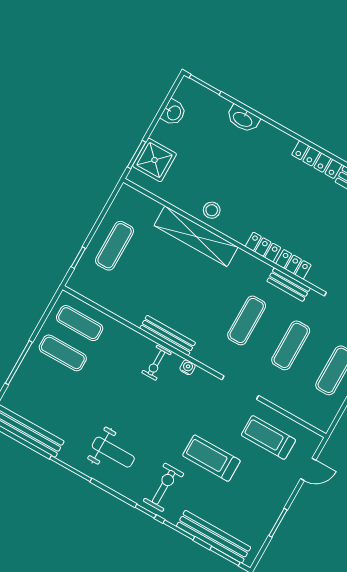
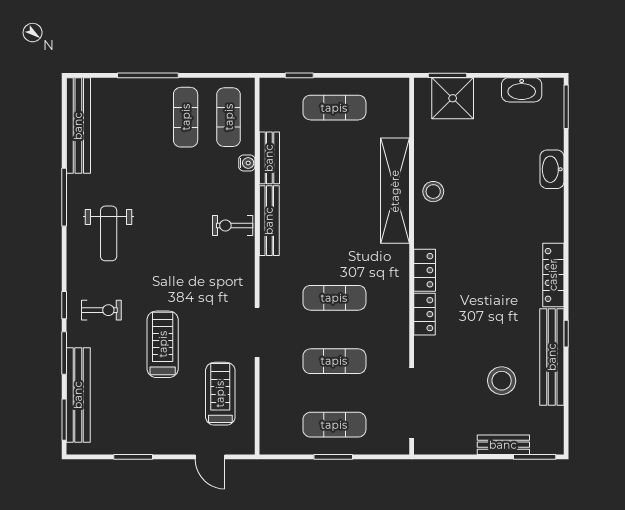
washbasin: (174, 113) -> (522, 90), width x1.38
bench: (289, 285) -> (269, 158), moved
water cooler: (188, 367) -> (247, 163), moved
exercise bike: (164, 487) -> (101, 310), width x0.73, depth x0.72

